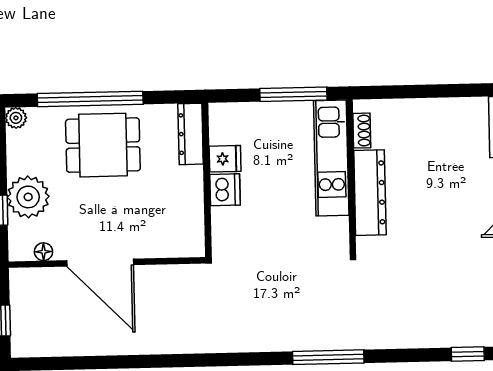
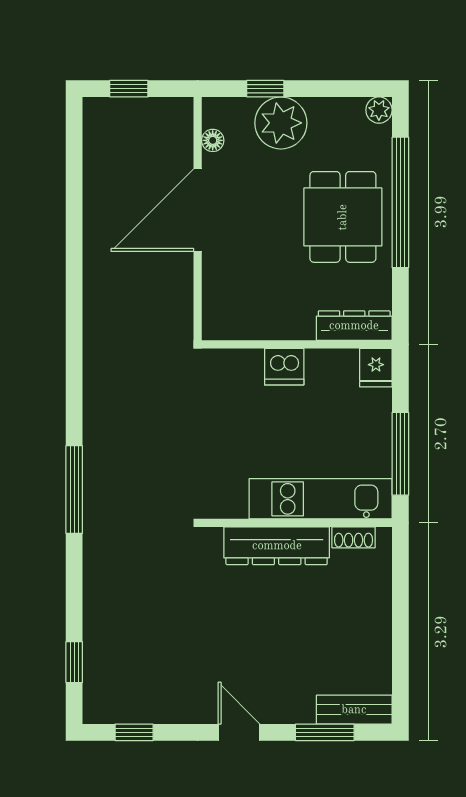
fridge: (225, 159) -> (376, 368), moved

